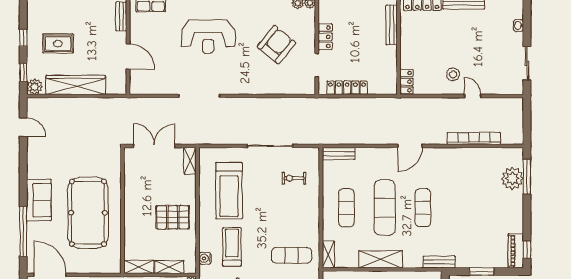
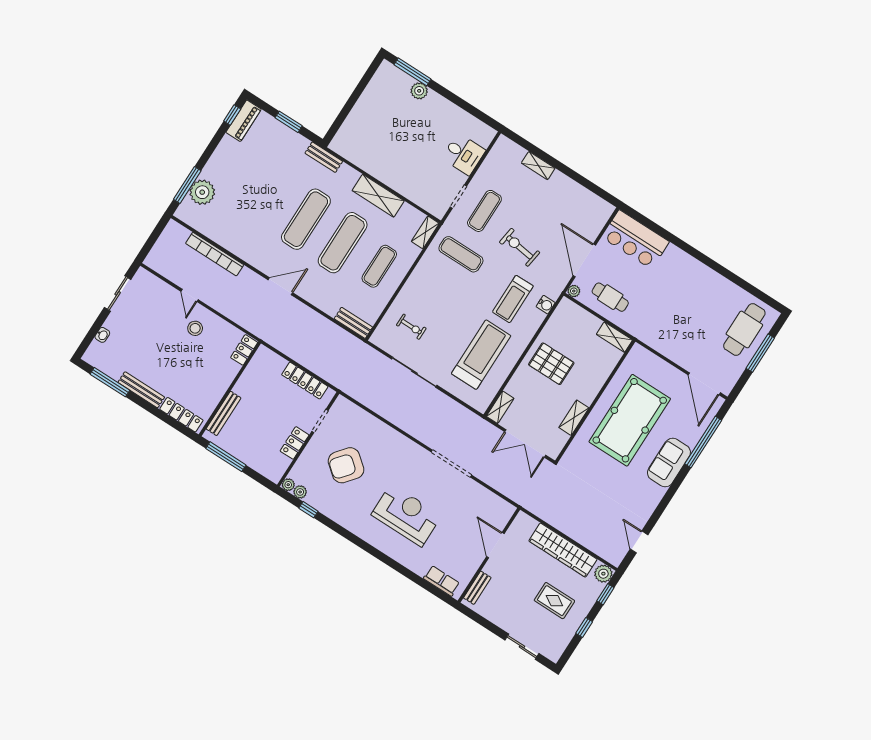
exercise mat: (423, 208) -> (306, 219), width x1.36, depth x1.45
shelving: (169, 267) -> (574, 418), moved, turned 90

